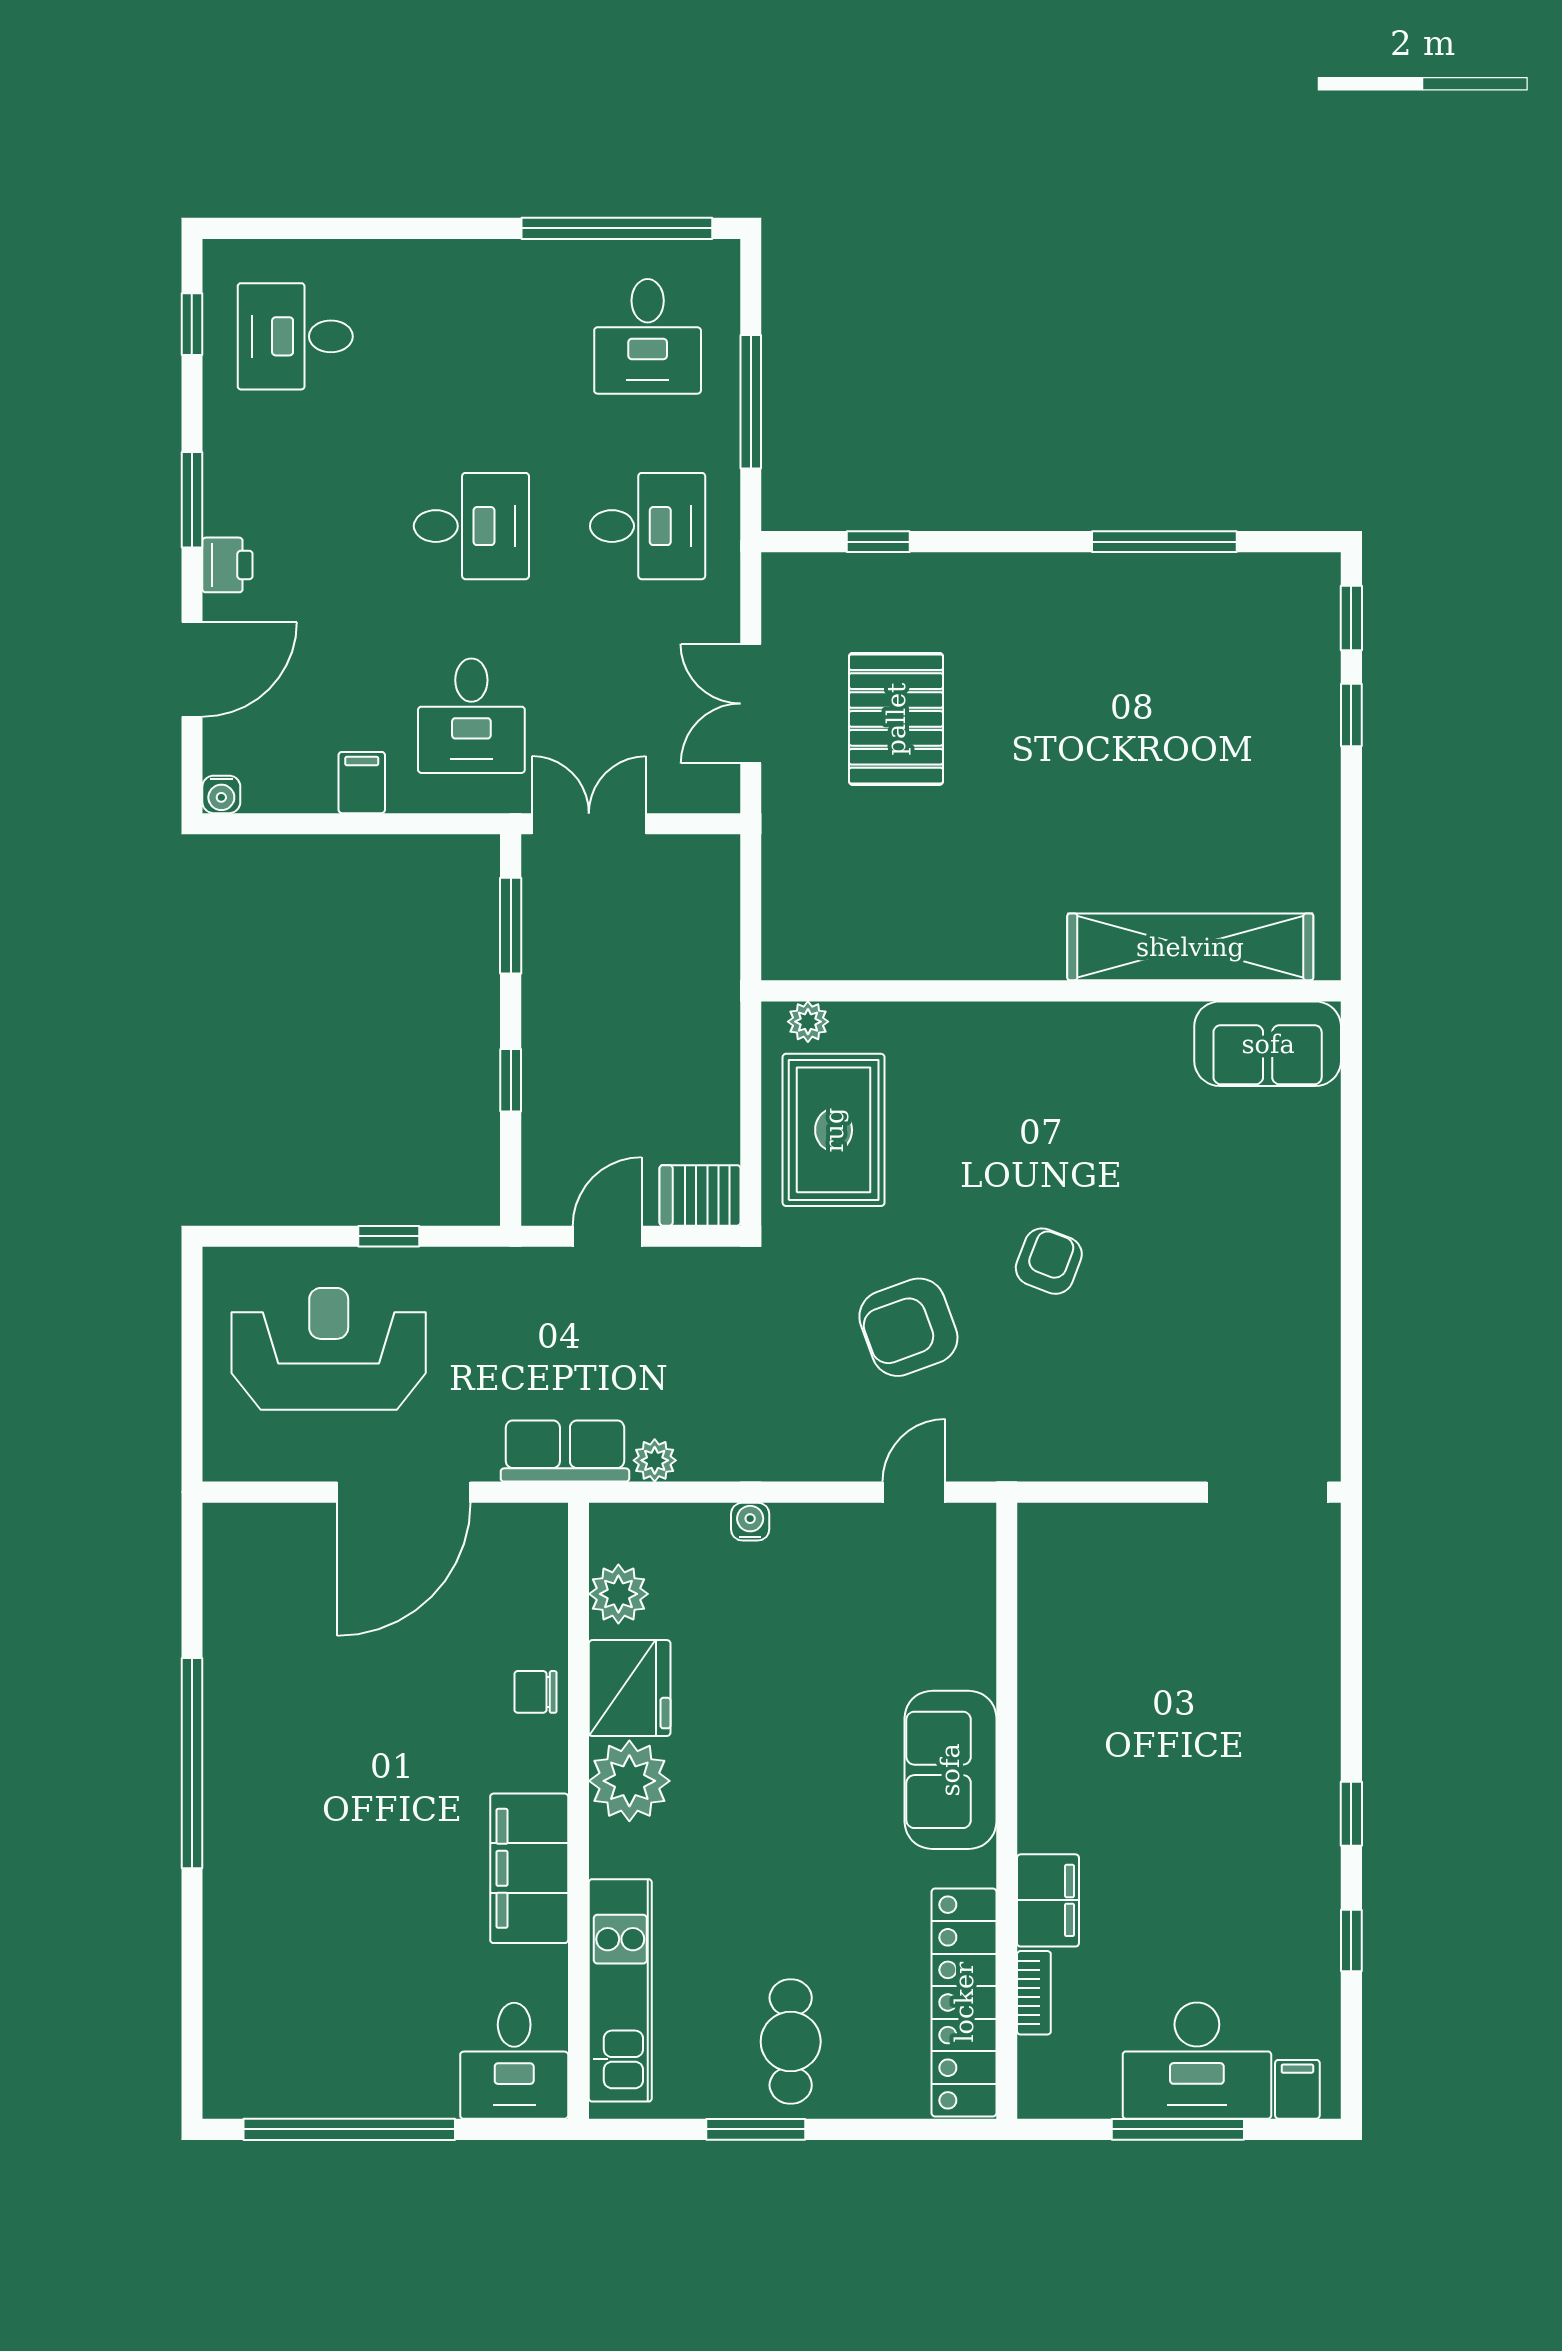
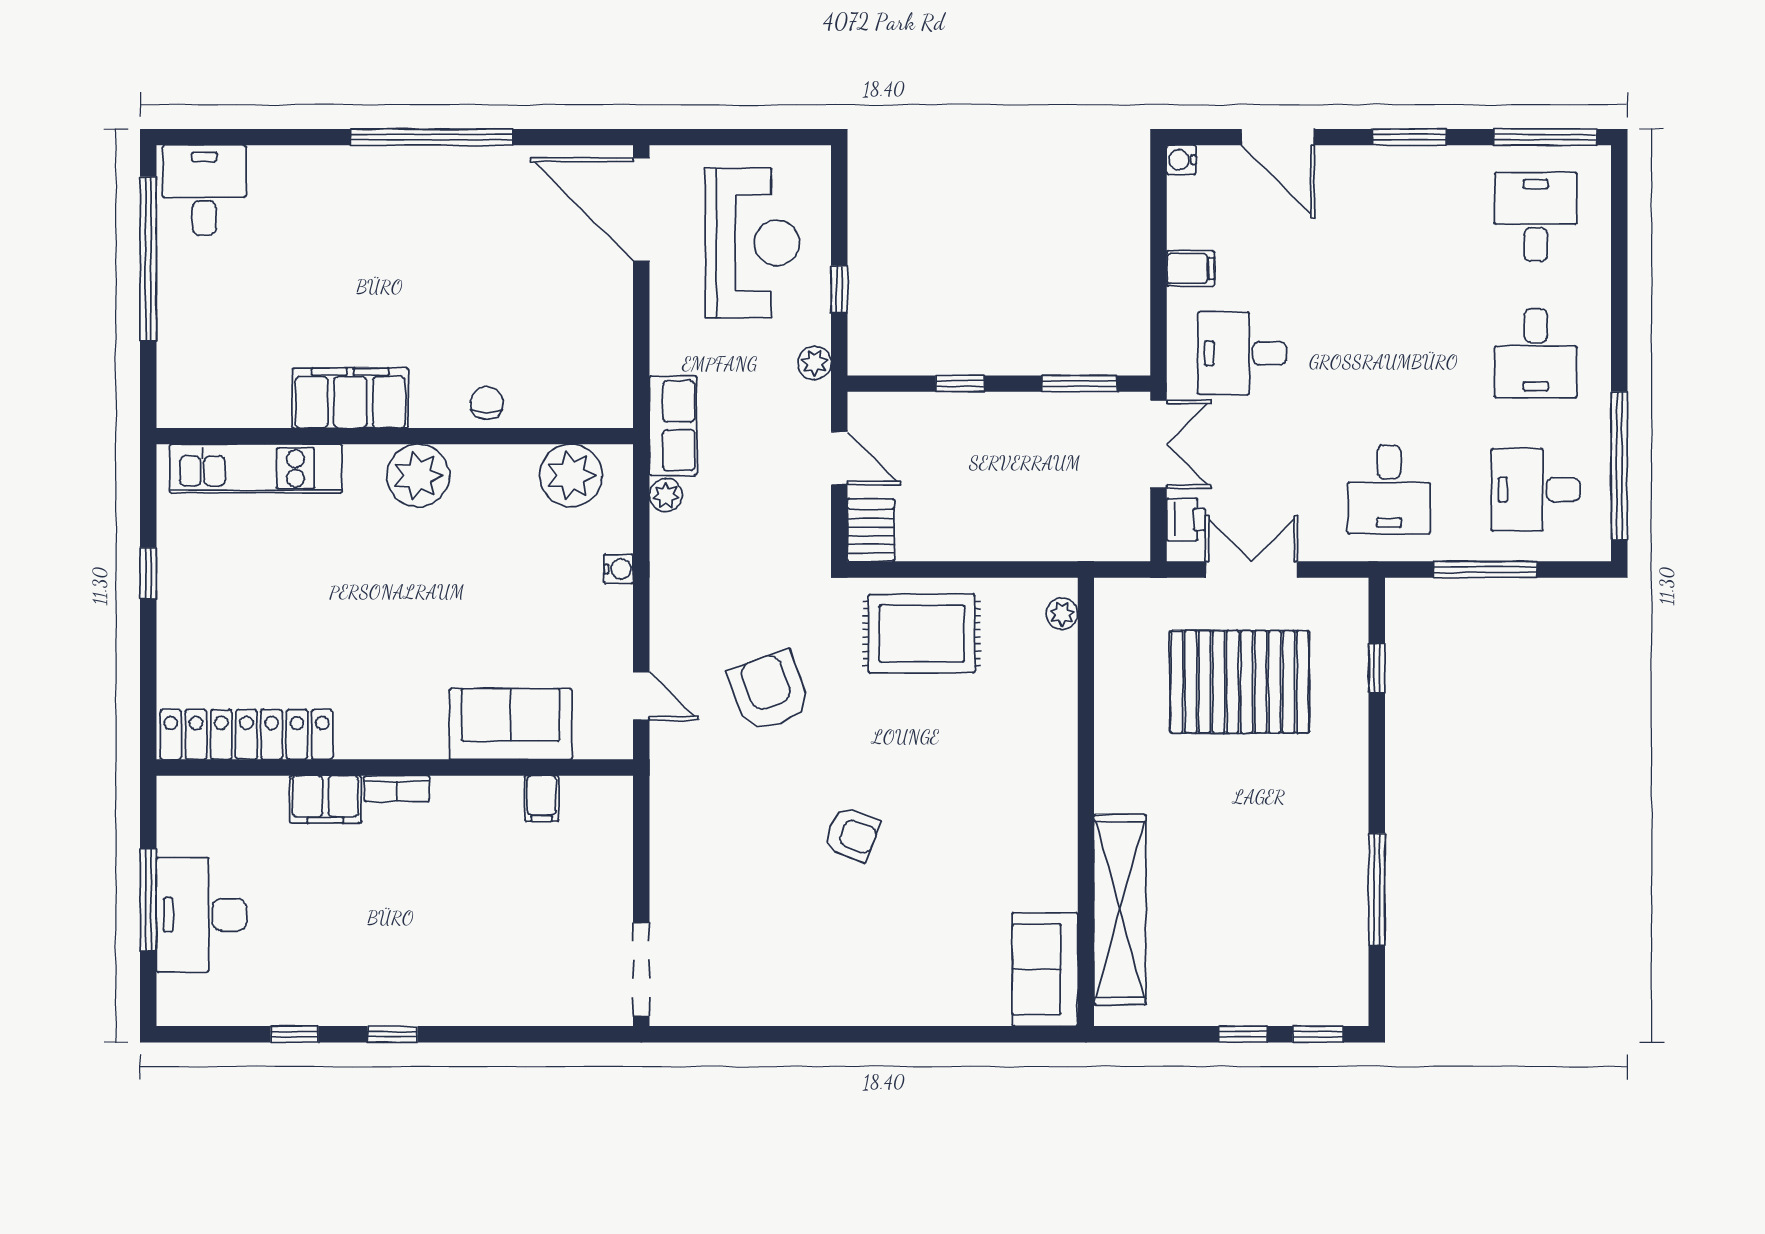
window: (192, 324) -> (1545, 137), width x2.17
desk: (471, 526) -> (1536, 353), moved
printer: (227, 565) -> (1186, 520), moved, turned -90
pallet: (896, 719) -> (1240, 682), width x1.37, depth x1.41
shelving: (1190, 947) -> (1120, 910), moved
wall: (1051, 991) -> (1086, 802), moved
plant: (808, 1022) -> (1062, 614), moved
sofa: (1268, 1044) -> (1045, 969), moved
armchair: (1049, 1261) -> (852, 834), moved
plant: (484, 1268) -> (815, 363), added
door: (404, 1492) -> (641, 209), moved
plant: (618, 1594) -> (571, 475), width x1.36, depth x1.36
fridge: (630, 1688) -> (490, 476), removed
sofa: (950, 1770) -> (511, 724), moved
bookcase: (1034, 1993) -> (397, 789), moved
cafe table: (791, 2042) -> (216, 600), removed
desk: (514, 2061) -> (204, 190), moved, turned 90
filing cabinet: (1297, 2089) -> (542, 798), moved, turned 90
window: (756, 2129) -> (148, 573), width x0.67

